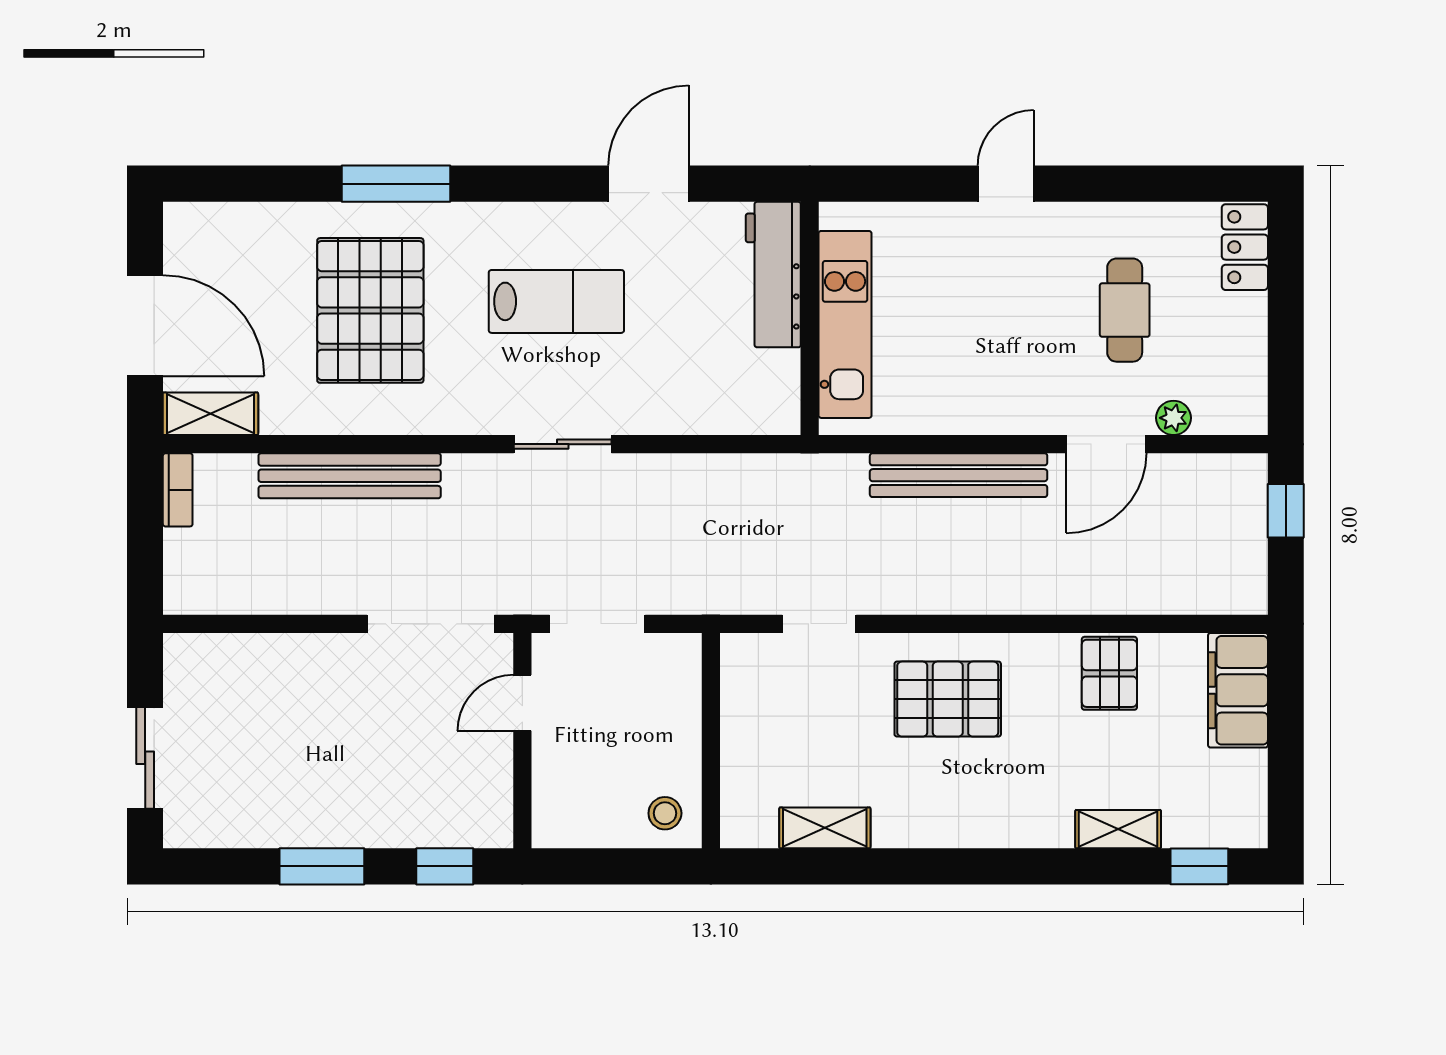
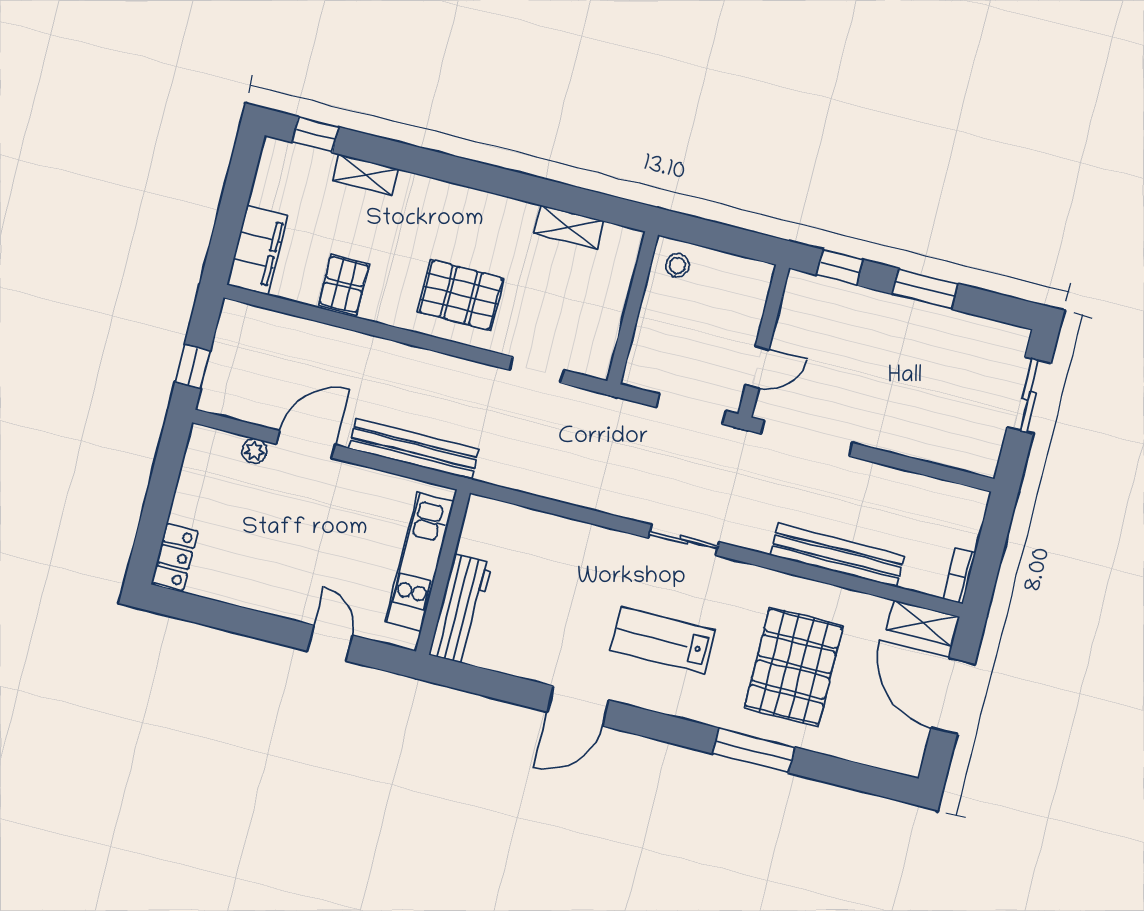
door: (1006, 184) -> (330, 643), swing flipped
workbench: (773, 275) -> (460, 609), moved
cafe table: (1125, 310) -> (269, 534), removed
wall: (810, 318) -> (443, 572), moved
kitchen unit: (845, 324) -> (419, 562), moved

